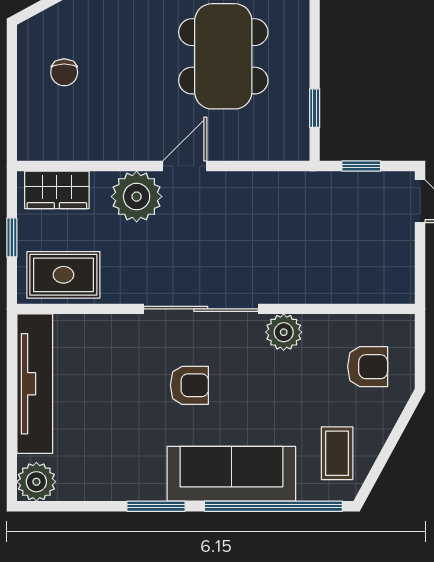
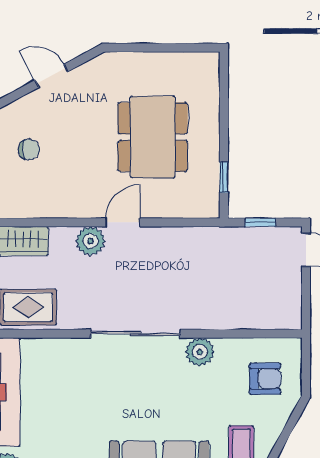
chair: (64, 72) -> (29, 149), turned -90
plant: (137, 197) -> (90, 241), width x0.73, depth x0.73
armchair: (189, 385) -> (126, 393), removed

